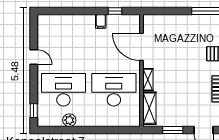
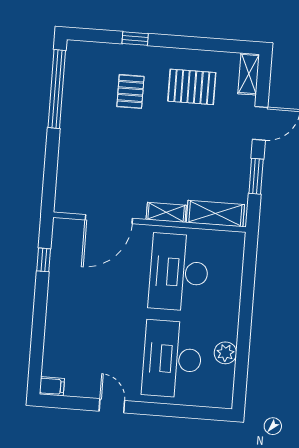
filing cabinet: (101, 21) -> (52, 386), moved
door: (34, 57) -> (112, 406), hinge flipped
window: (34, 111) -> (204, 413), removed

